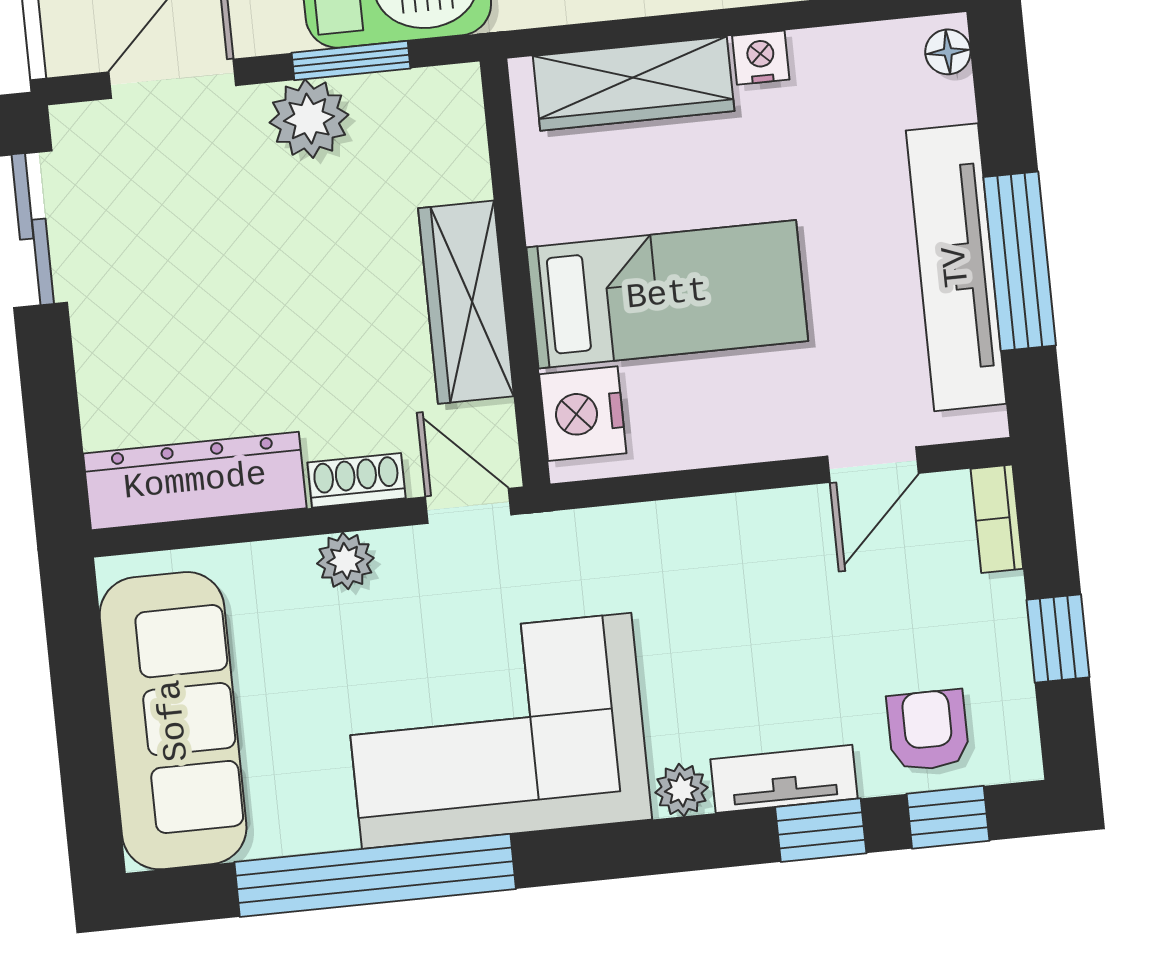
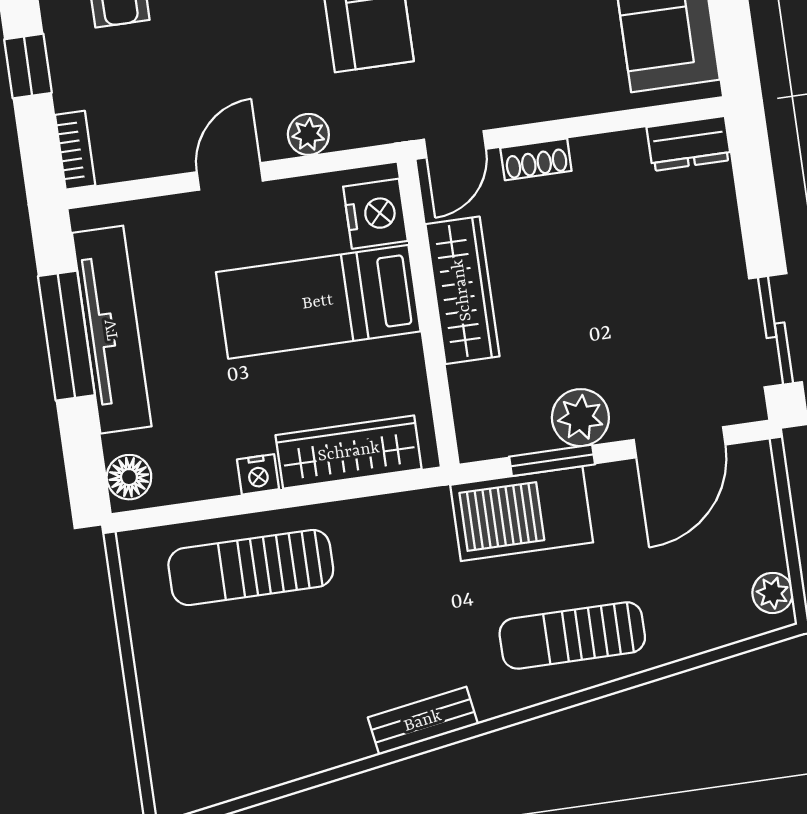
floor lamp: (948, 52) -> (129, 477), width x1.37, depth x1.37
door: (873, 465) -> (230, 176), moved
dresser: (195, 481) -> (689, 143), width x0.51, depth x0.80
door: (468, 506) -> (455, 144), hinge flipped
plant: (345, 561) -> (308, 134), moved

